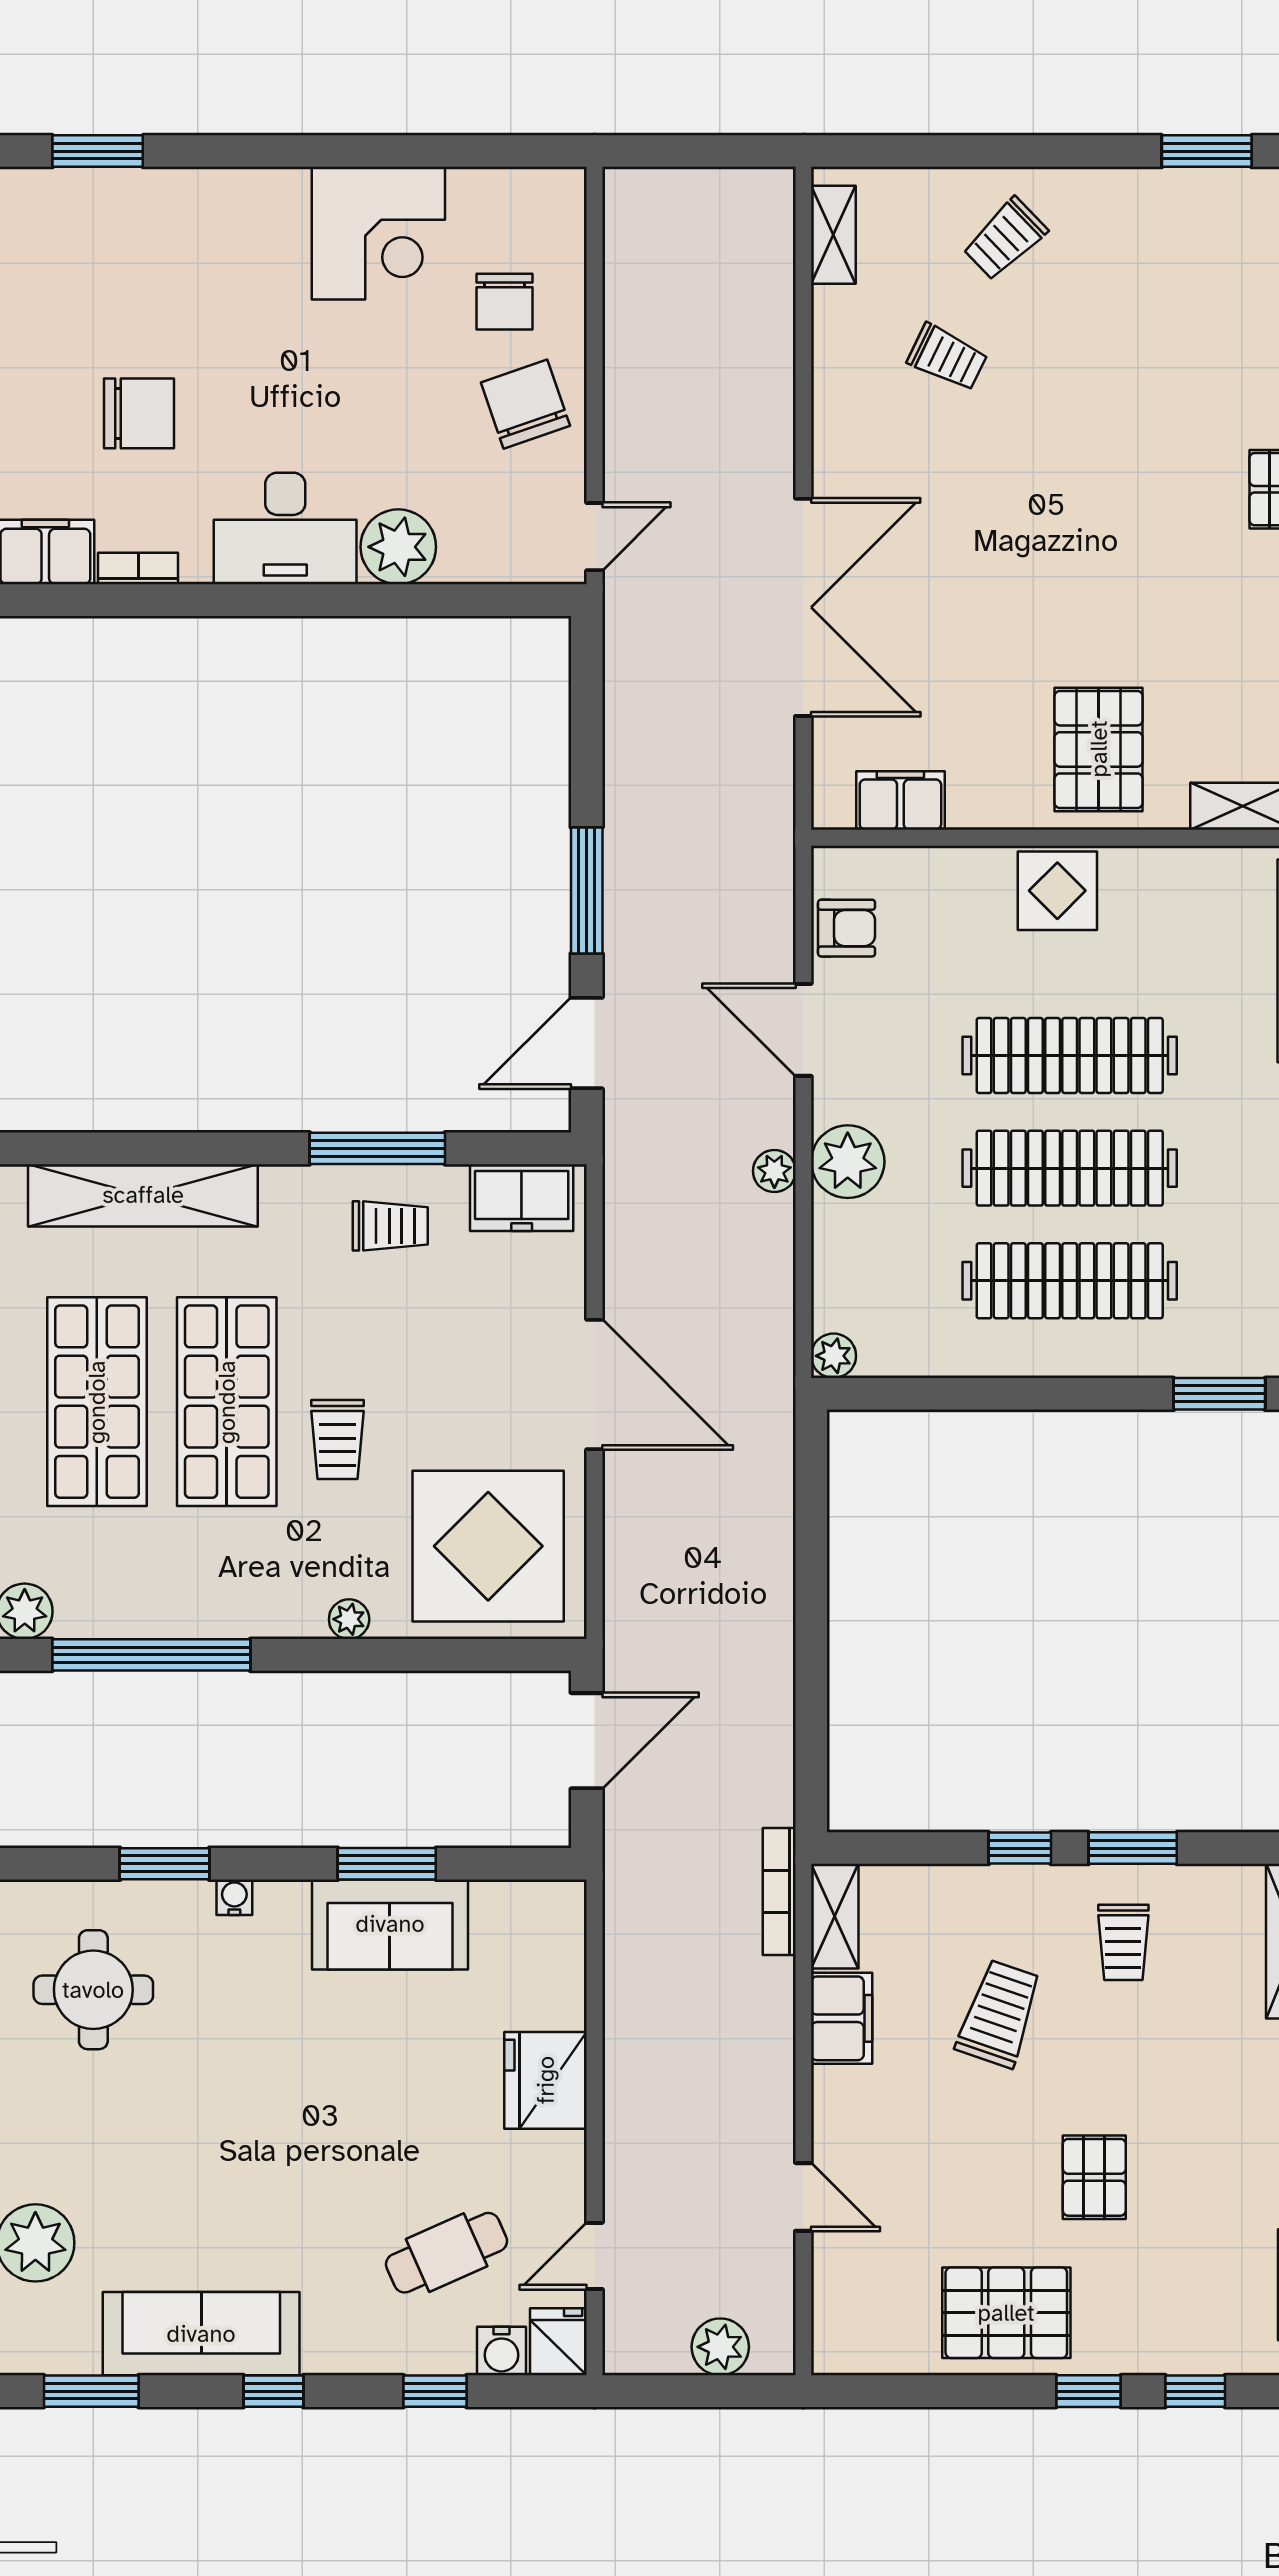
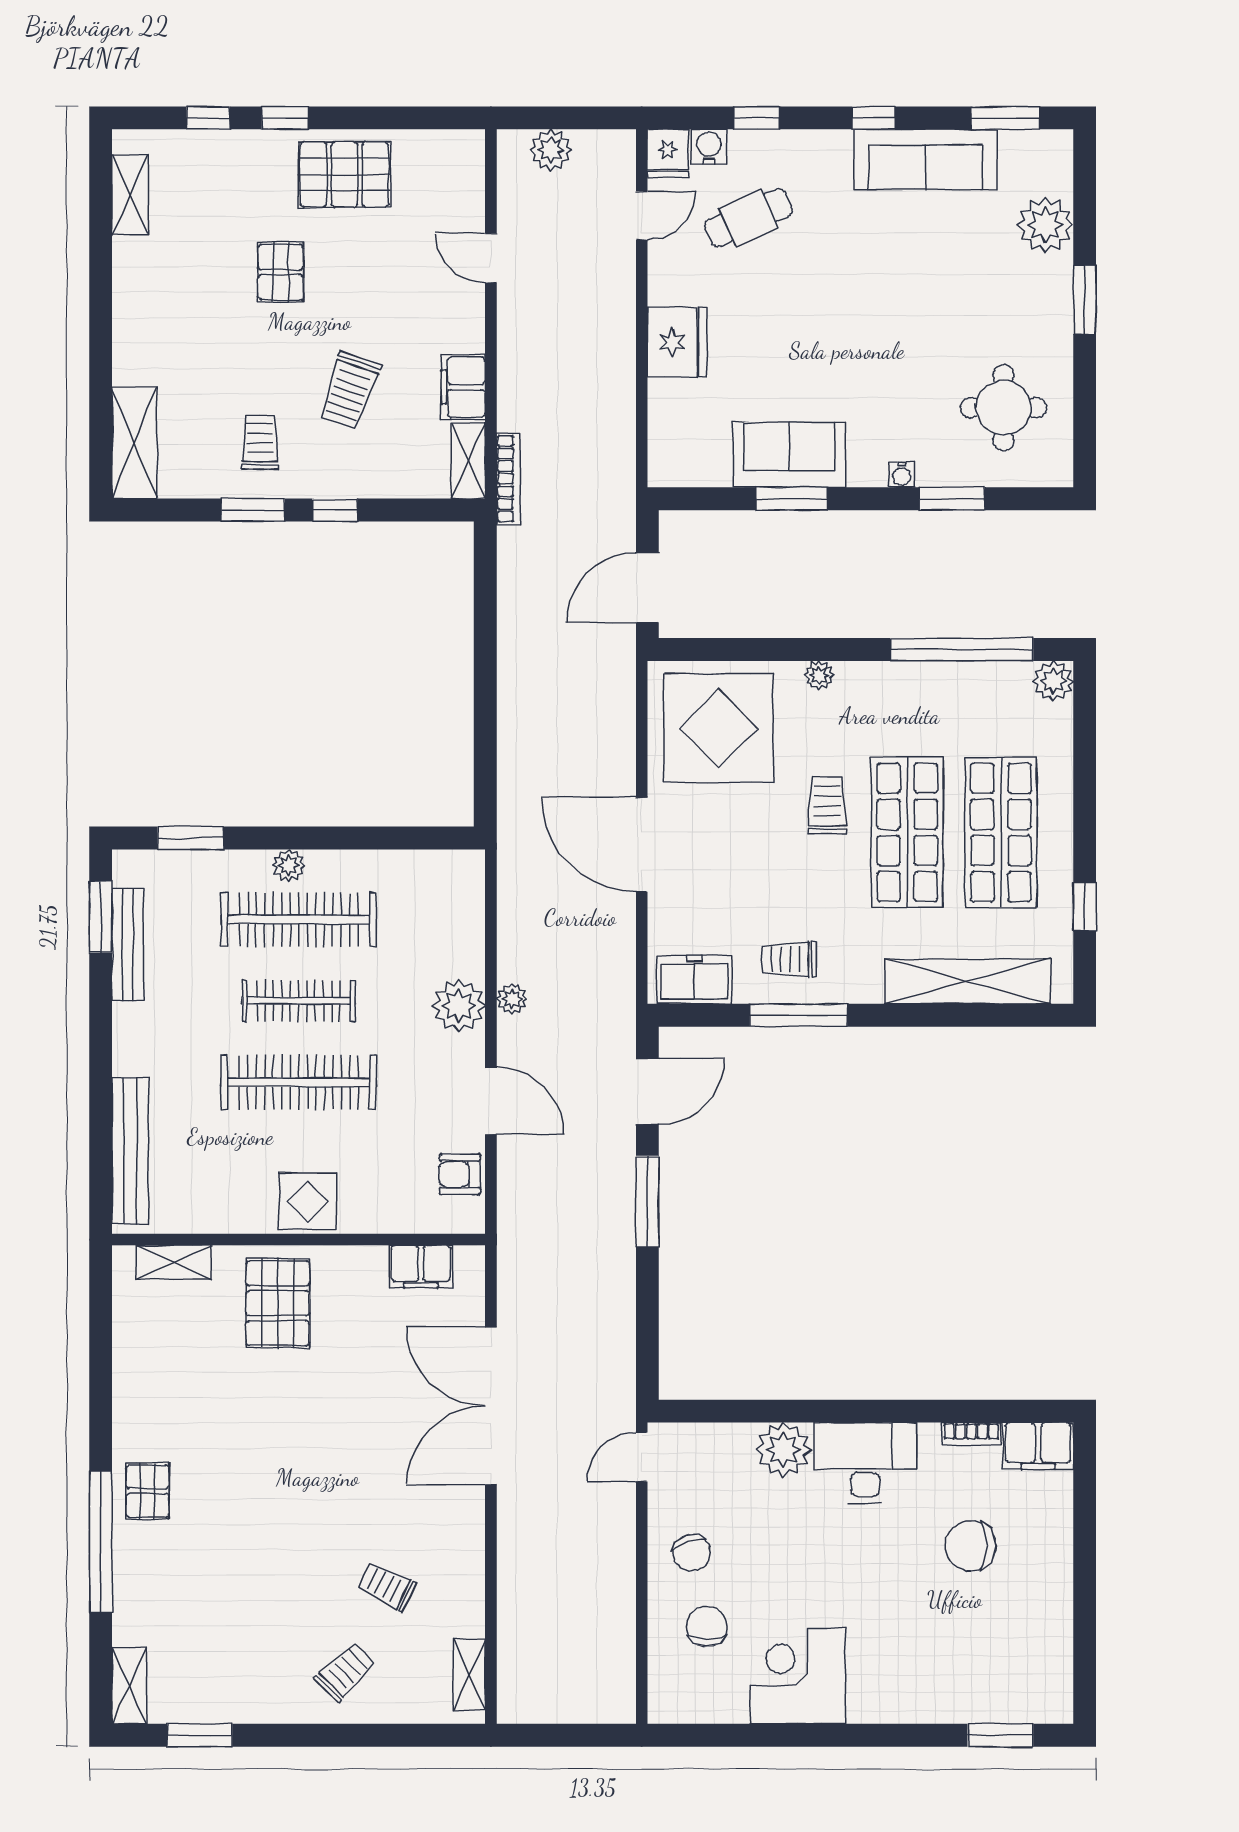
chair: (525, 404) -> (692, 1553), width x0.73, depth x0.73
clothes rail: (1070, 1168) -> (299, 1001), width x0.73, depth x0.76
plant: (834, 1356) -> (289, 865), moved

